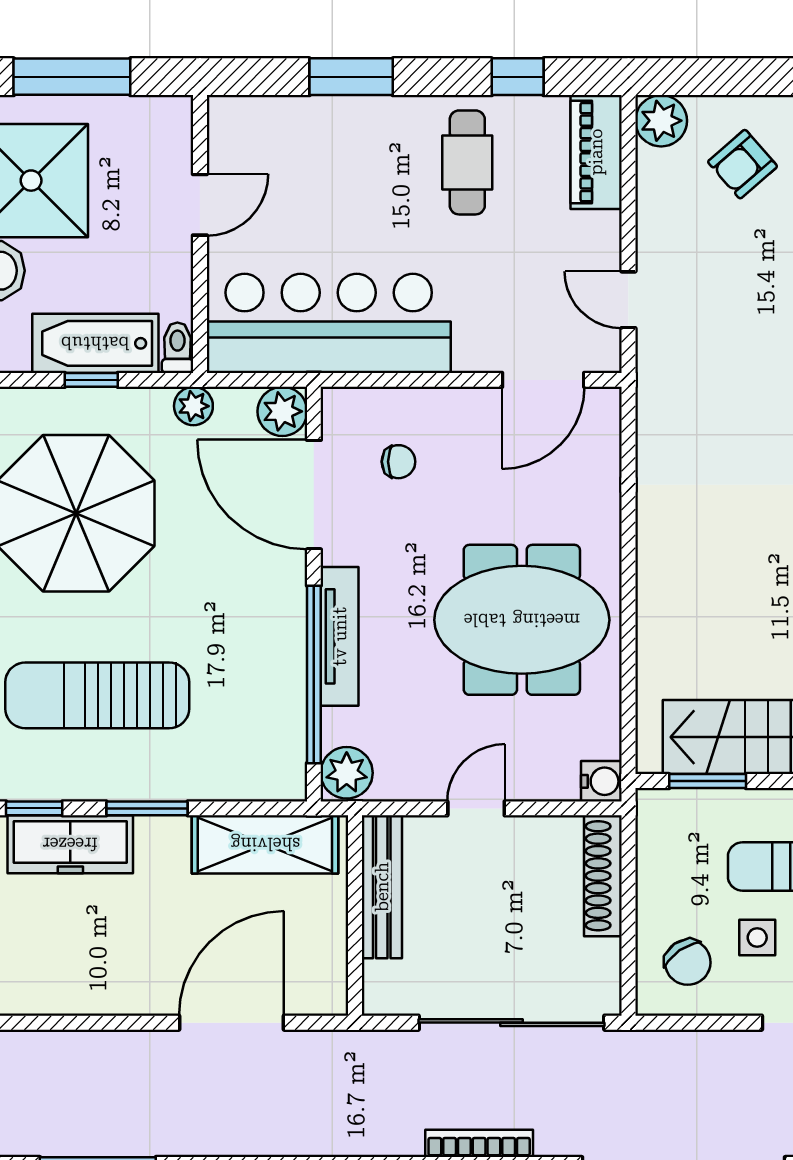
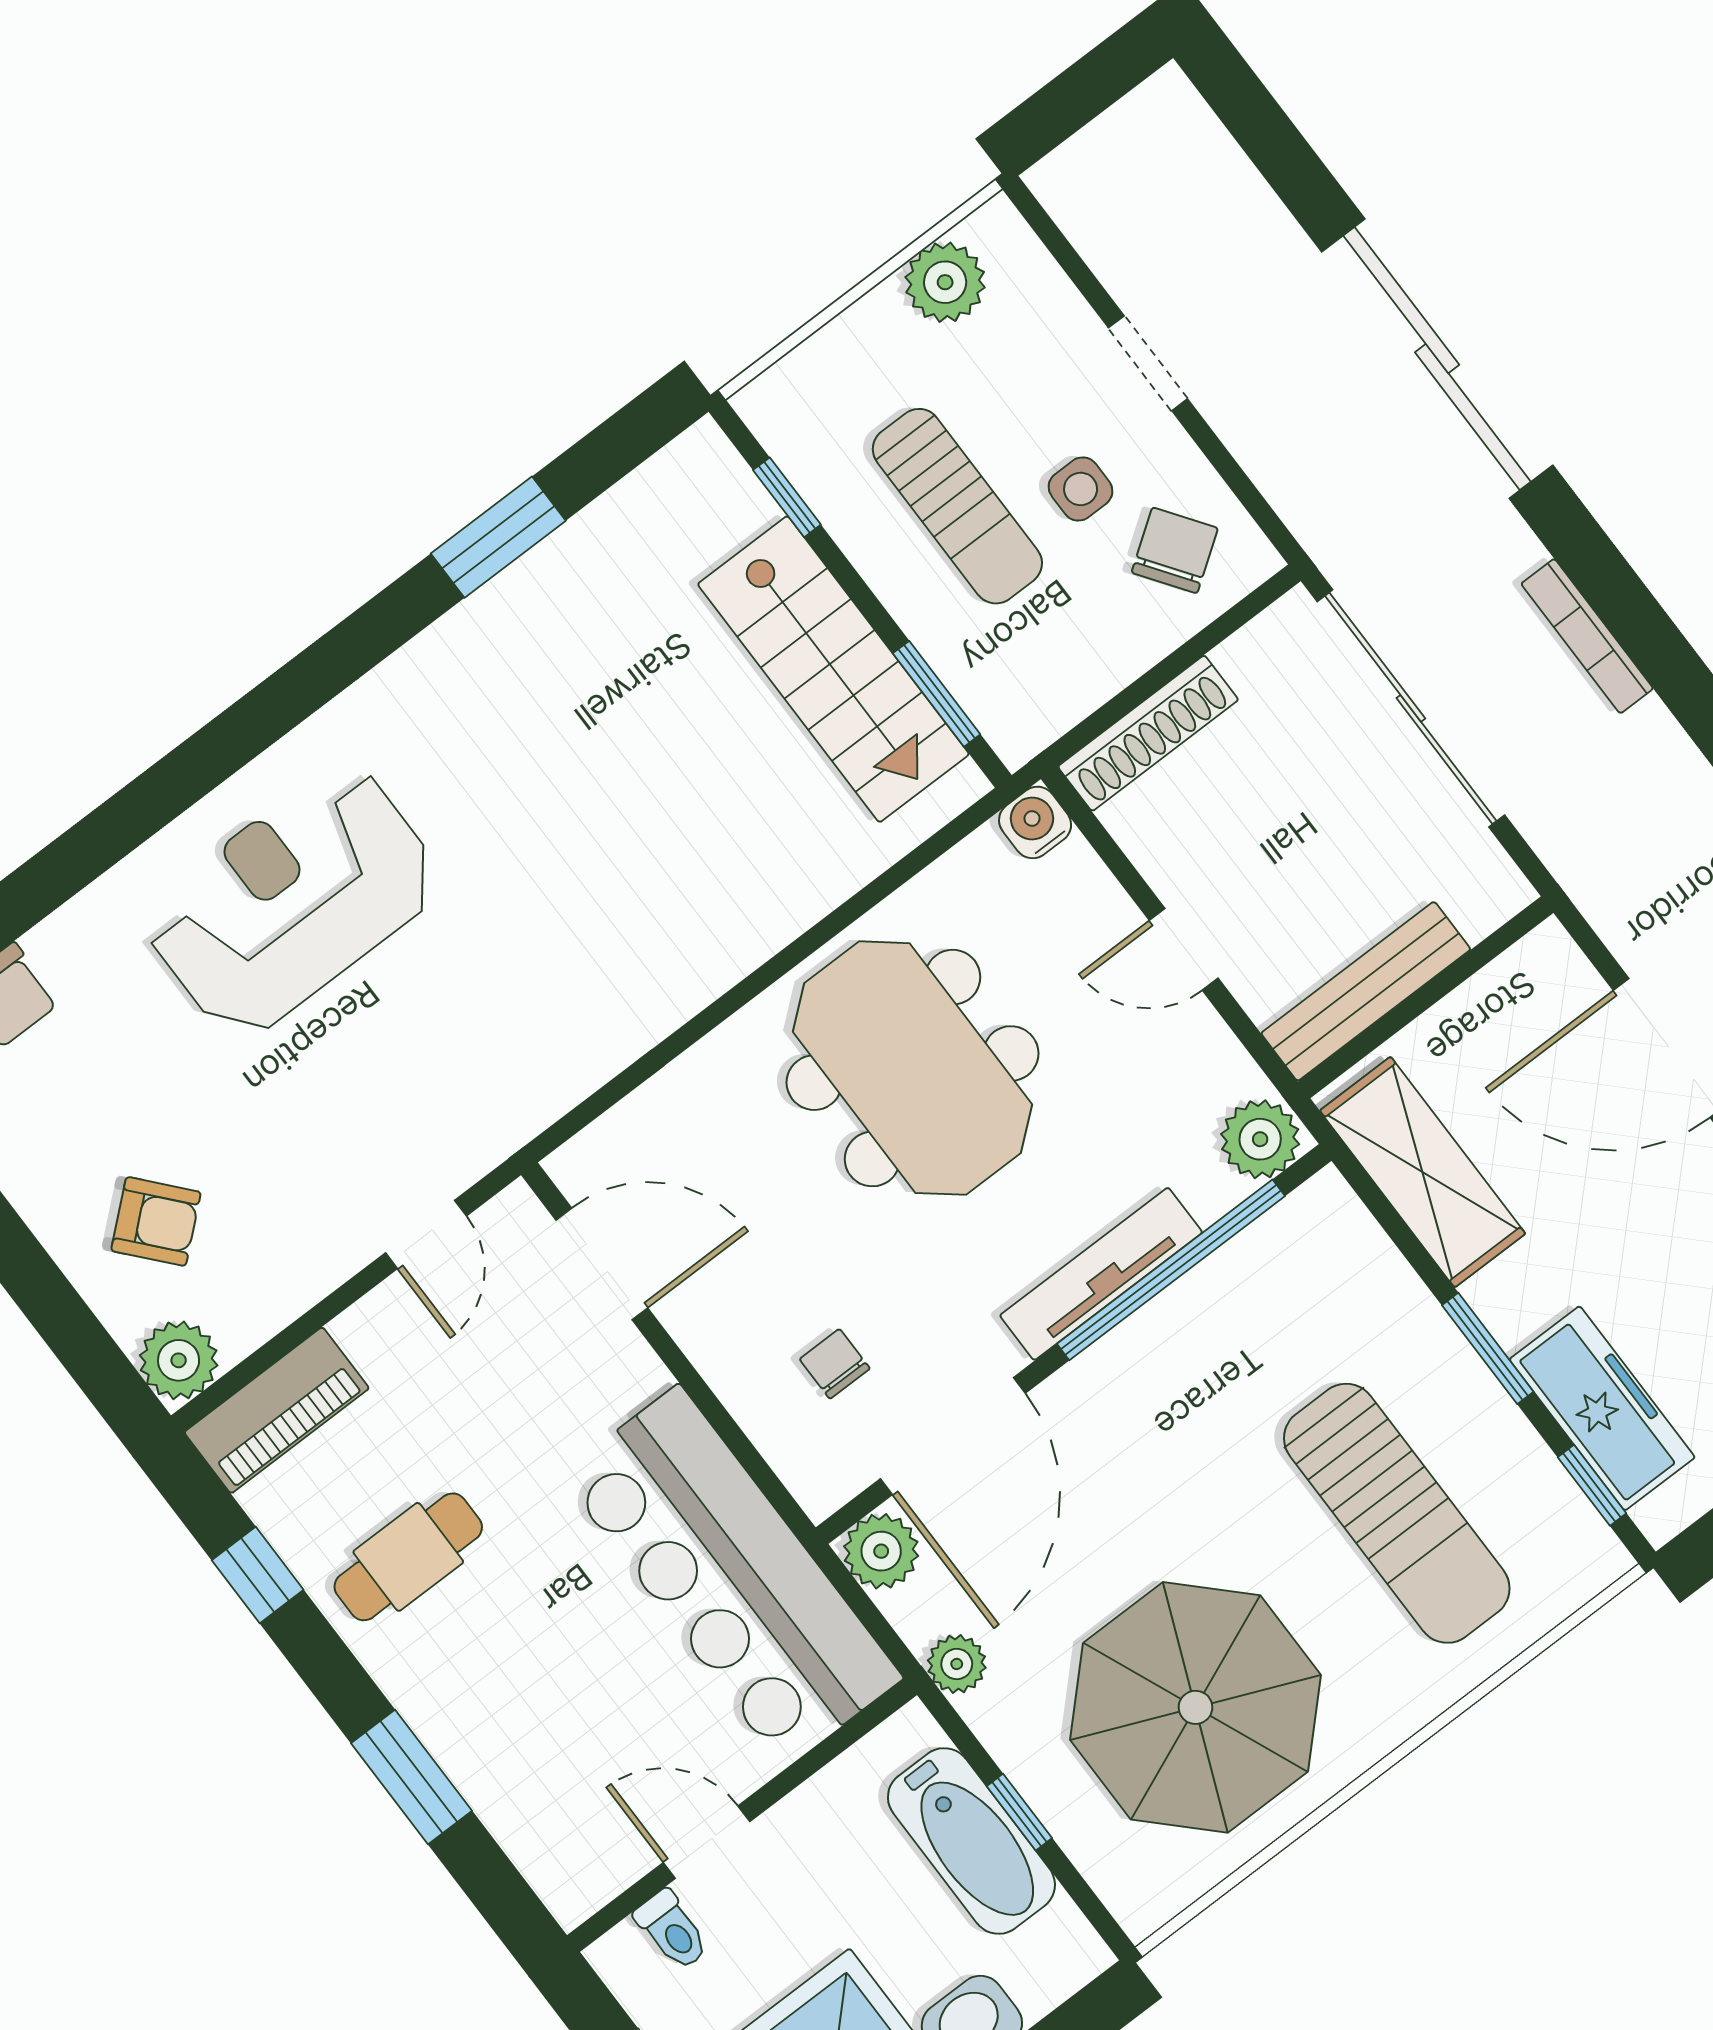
toilet: (177, 348) -> (672, 1930), moved, turned -90

